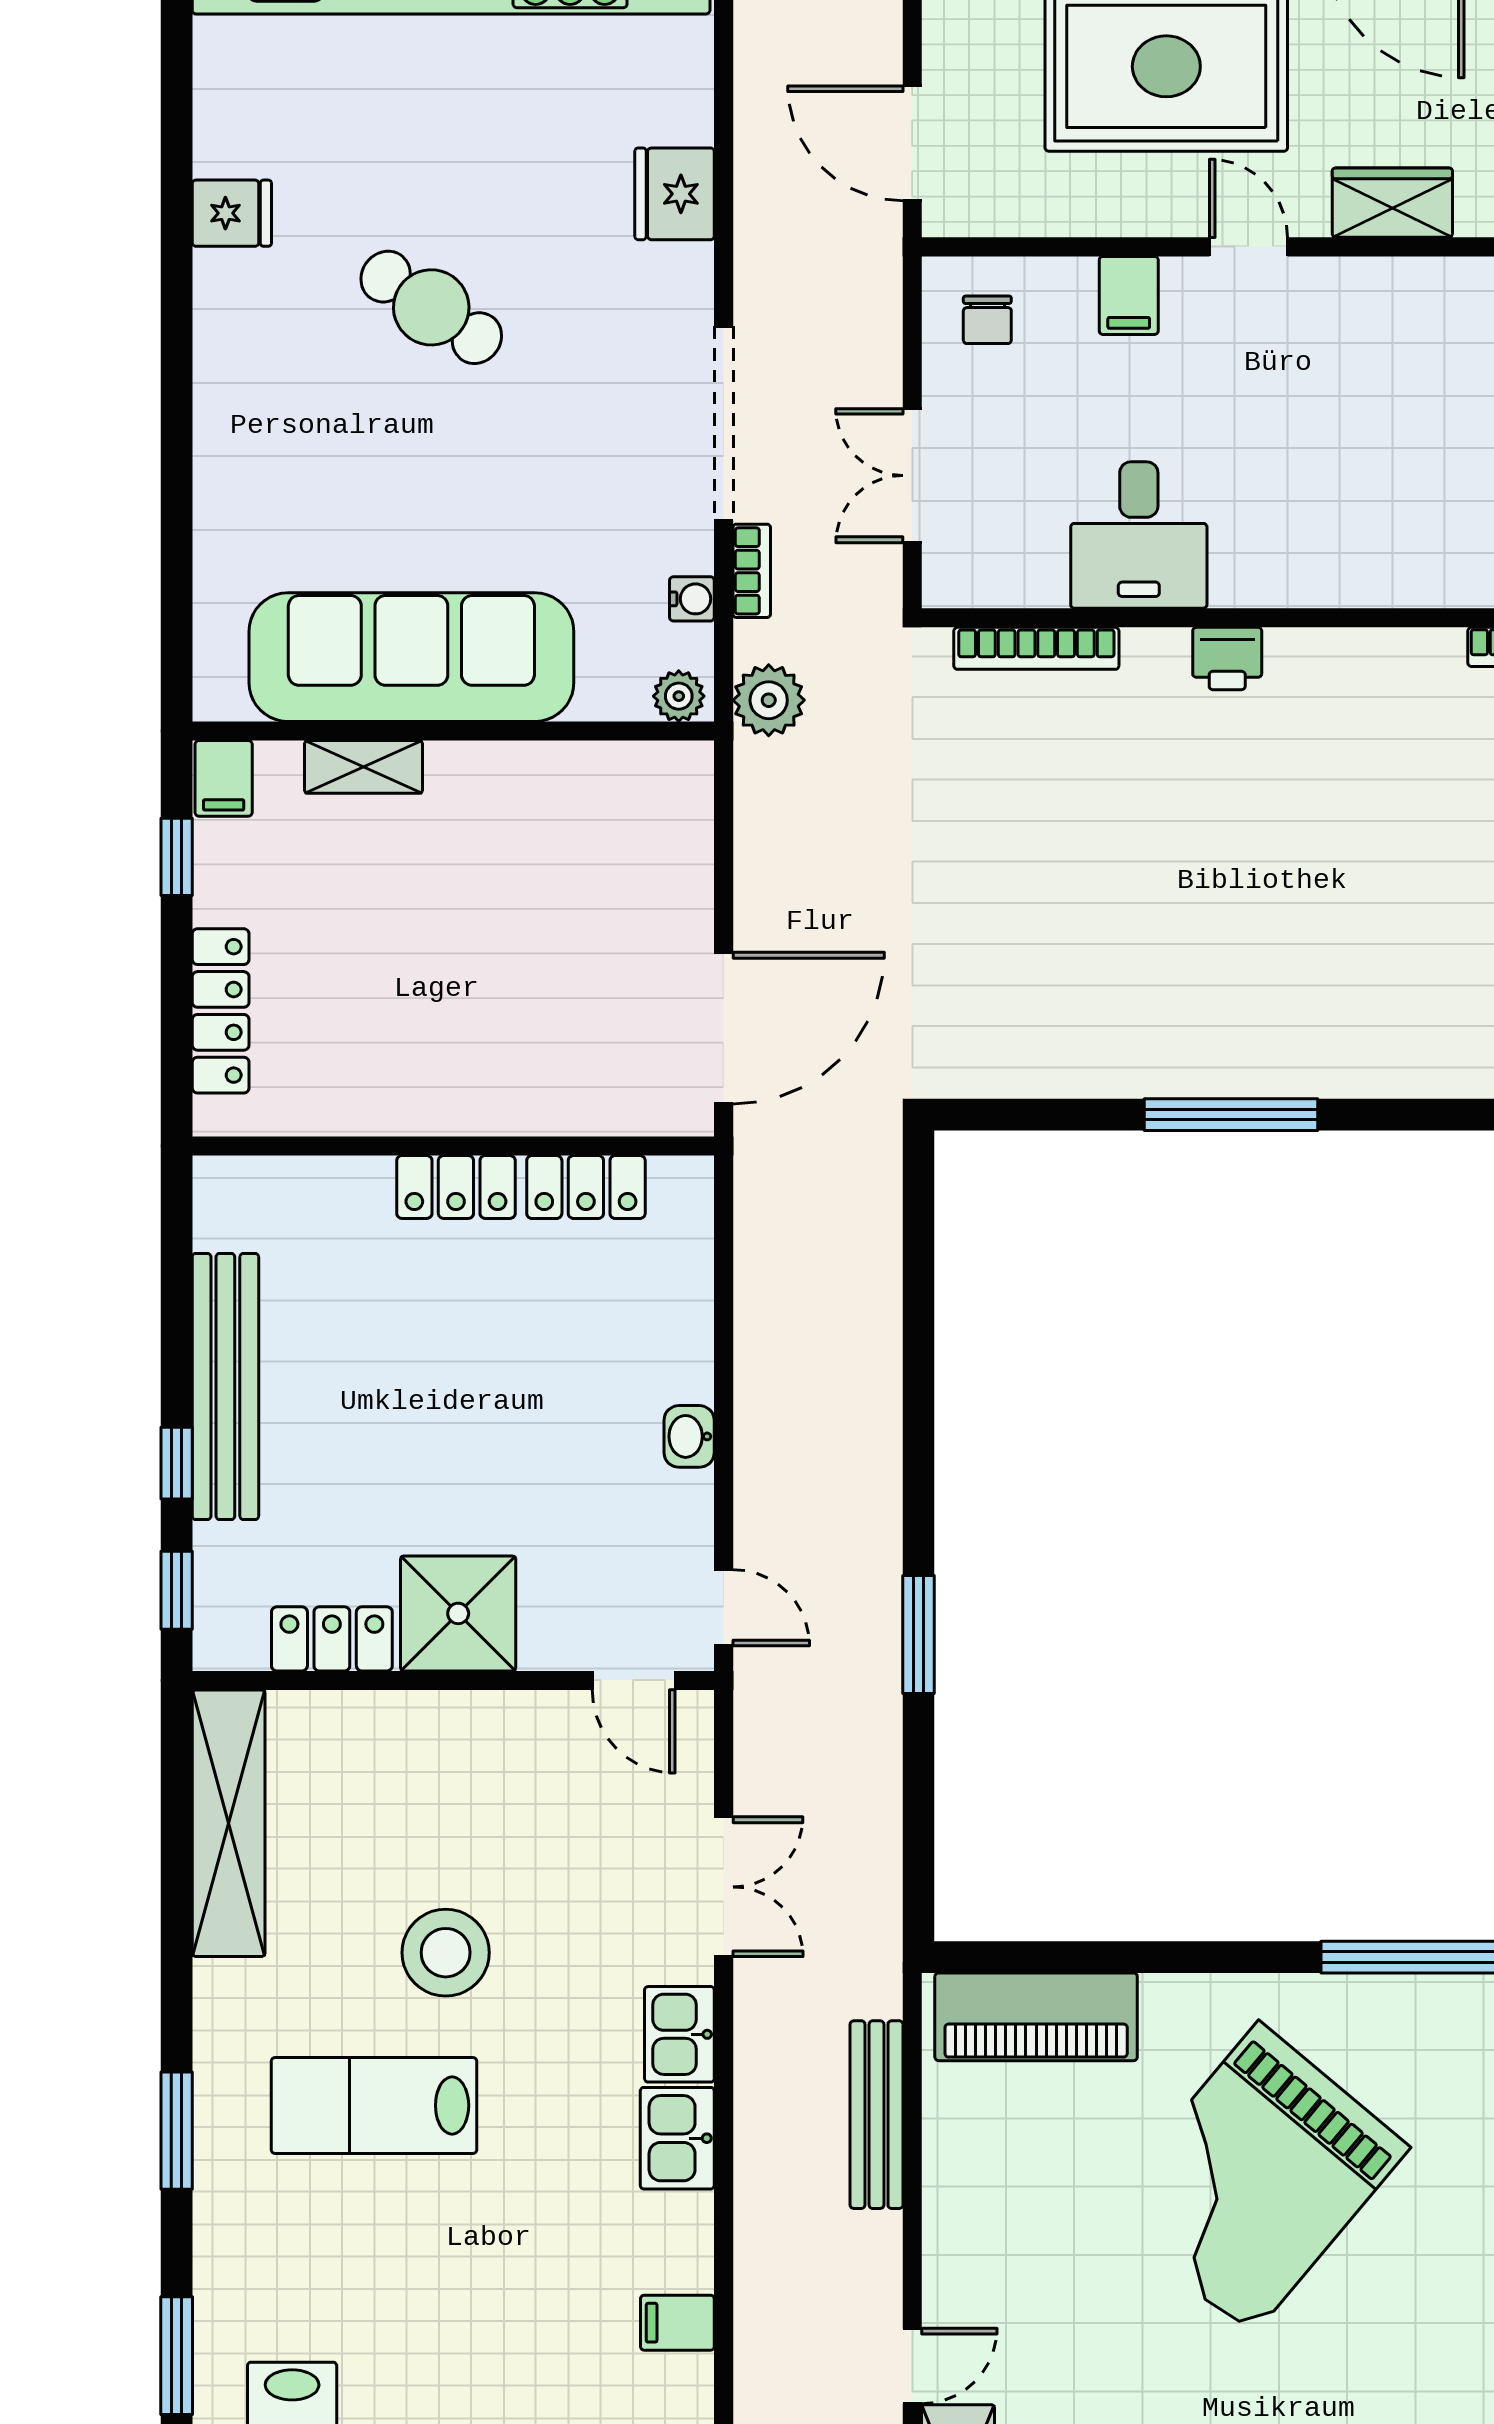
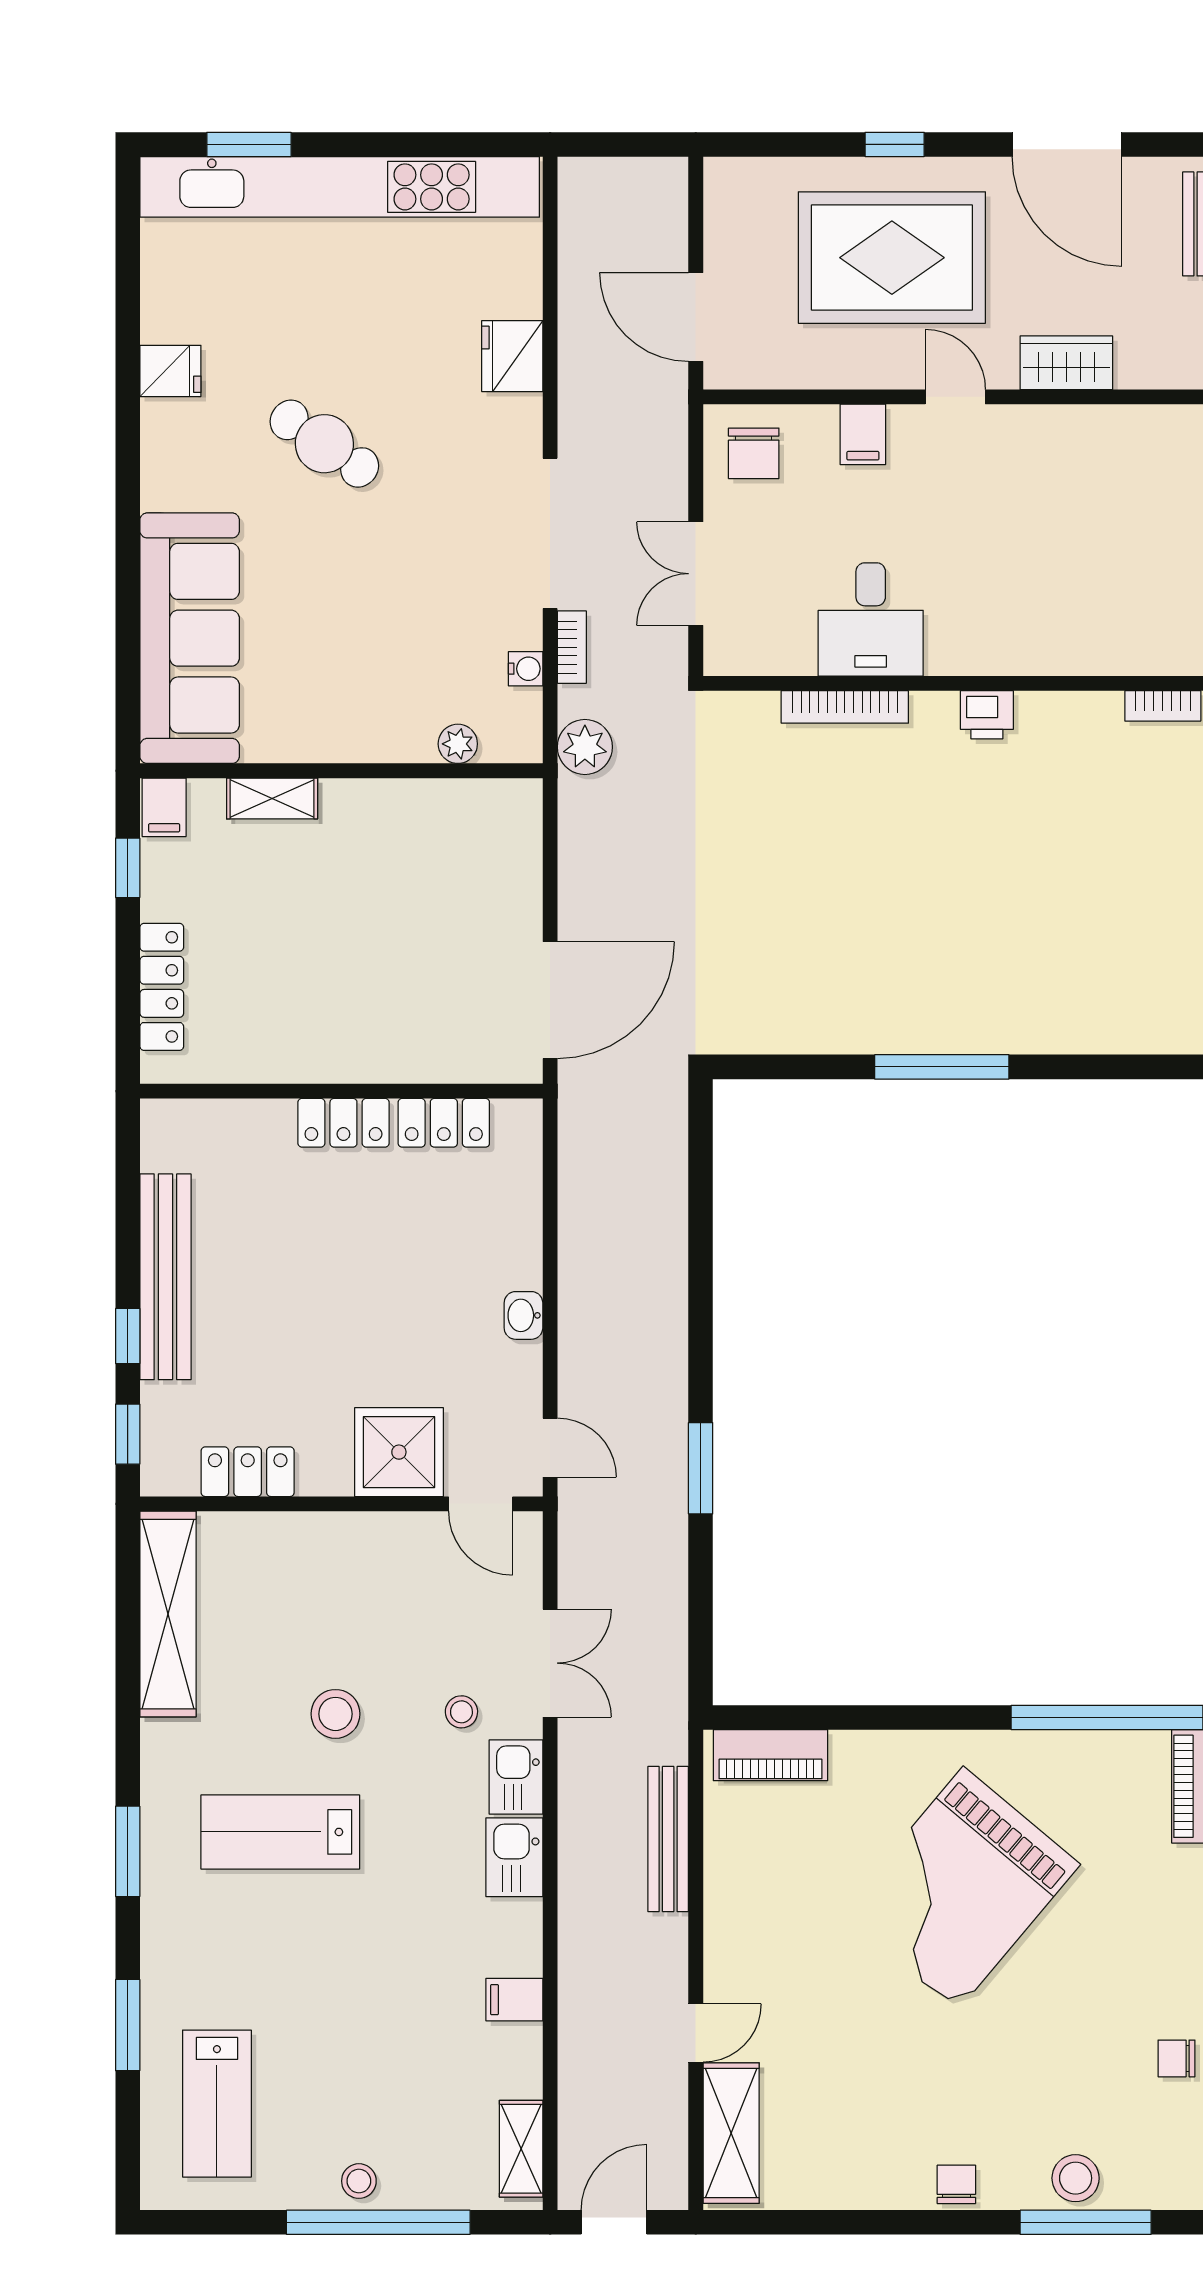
chair: (987, 320) -> (754, 453), width x1.37, depth x1.37
bookcase: (1036, 648) -> (845, 707), moved
sofa: (411, 657) -> (190, 638), moved, turned 90
printer: (1227, 659) -> (987, 715), moved
plant: (679, 696) -> (458, 744), moved
shower: (458, 1613) -> (399, 1452), moved
stool: (609, 1950) -> (461, 1712), added
stool: (446, 1953) -> (335, 1714), width x0.73, depth x0.73
piano: (1036, 2017) -> (770, 1755), width x0.73, depth x0.75

